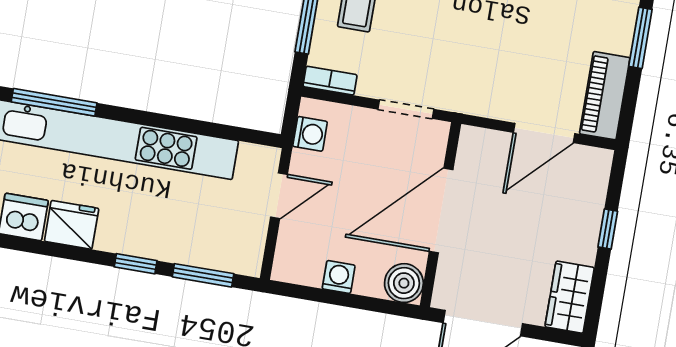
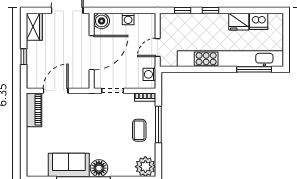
window: (640, 38) -> (24, 135), removed
window: (203, 275) -> (183, 10), width x0.67

